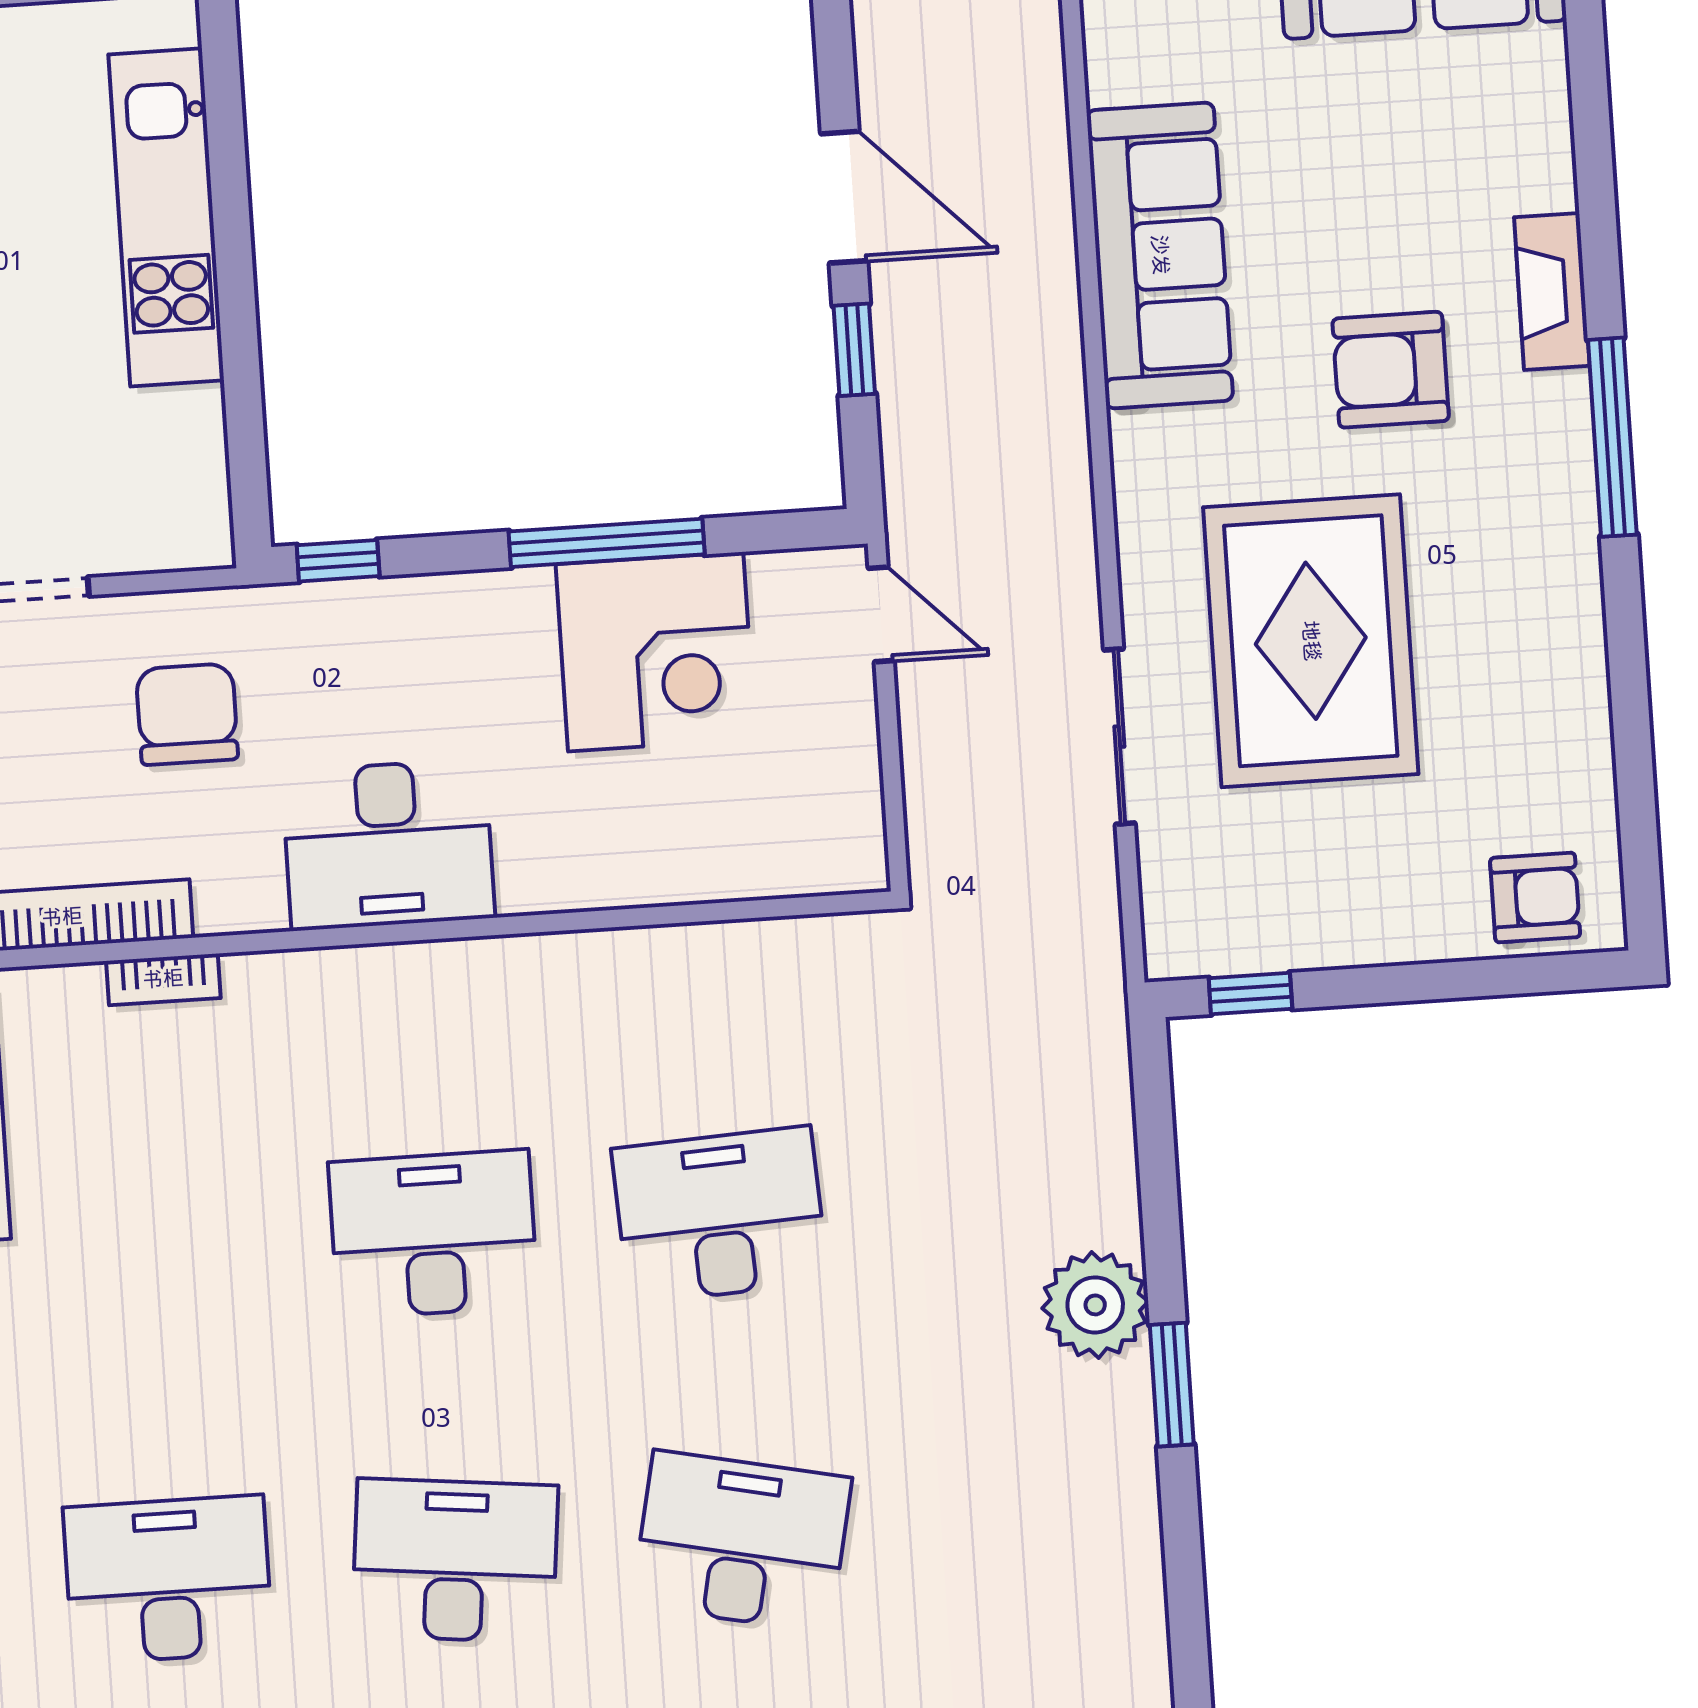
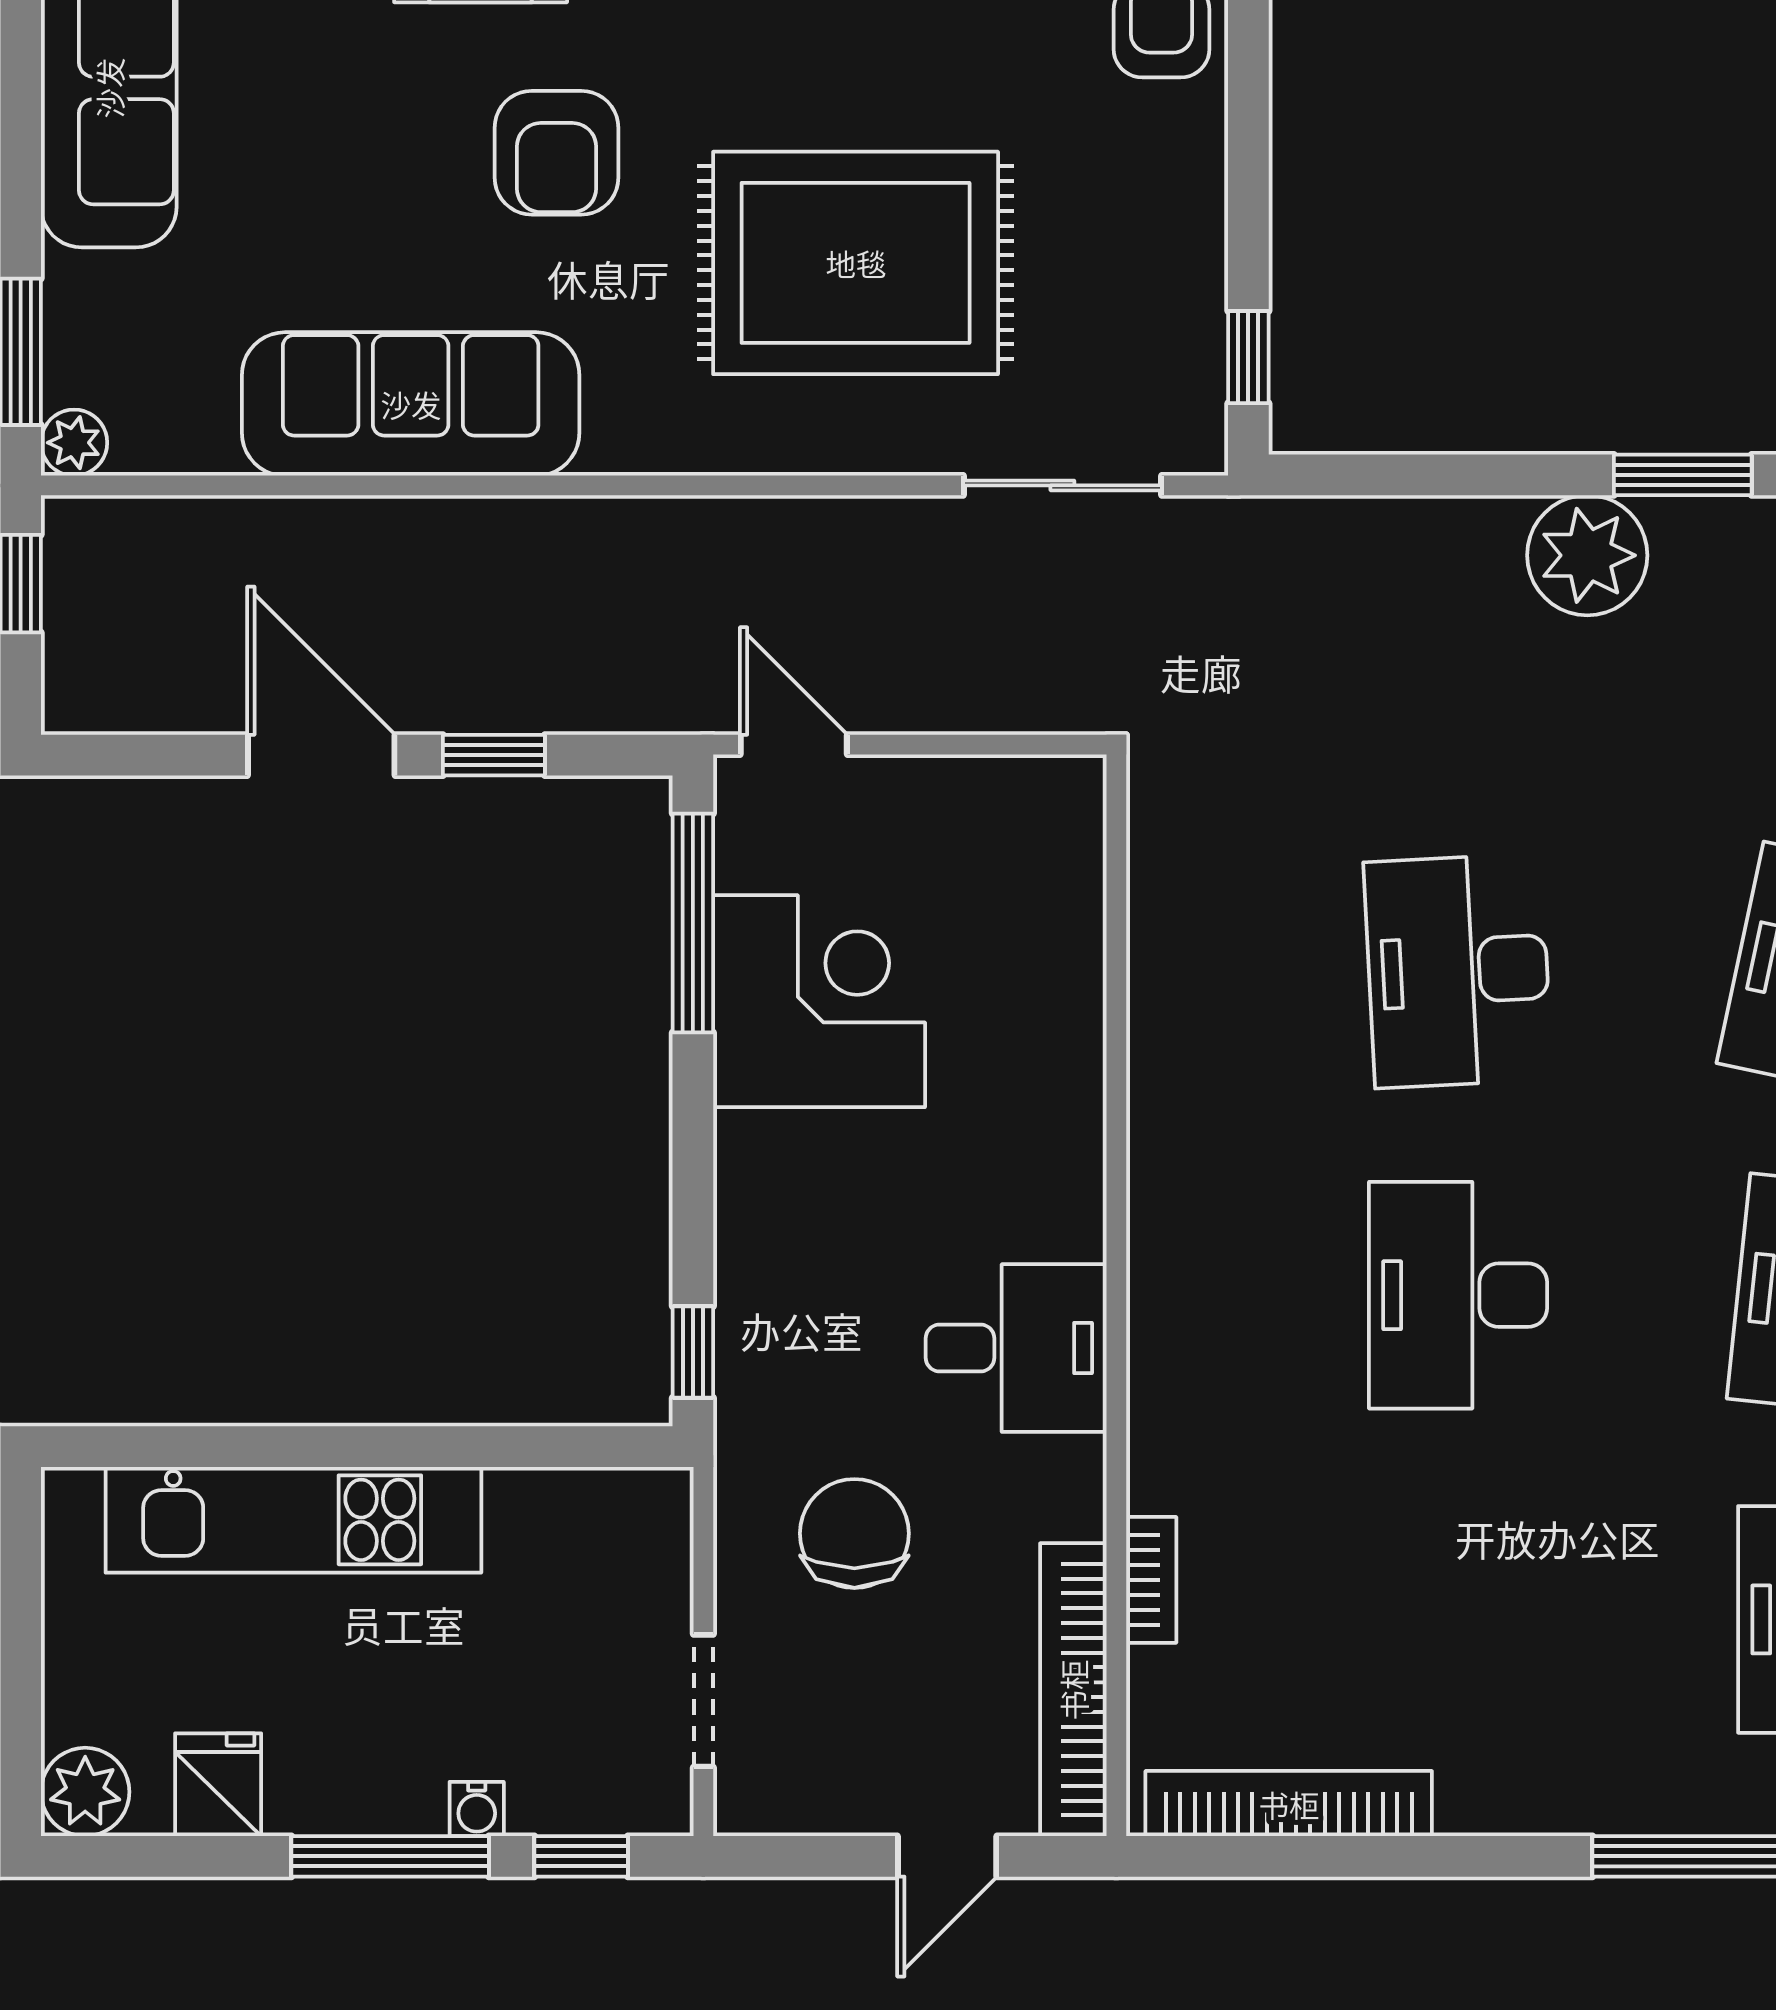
door: (844, 197) -> (321, 755), hinge flipped
window: (607, 543) -> (693, 923), moved
door: (881, 614) -> (794, 745), hinge flipped
chair: (187, 714) -> (854, 1533), turned 90
sliding door: (1119, 737) -> (1062, 485), moved
desk: (388, 845) -> (1016, 1348), width x0.73

